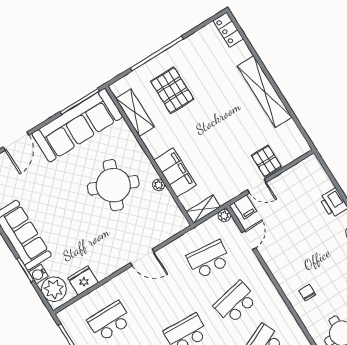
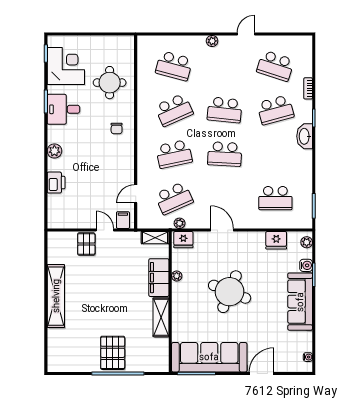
locker: (228, 30) -> (54, 358), removed
pallet: (172, 90) -> (113, 353), moved
shelving: (135, 113) -> (161, 317), moved
round table: (113, 185) -> (230, 292), moved
plant: (224, 216) -> (180, 223), moved
fridge: (174, 225) -> (183, 240), added
school desk: (209, 259) -> (174, 198), turned -30
plant: (54, 289) -> (307, 242), width x0.53, depth x0.53

